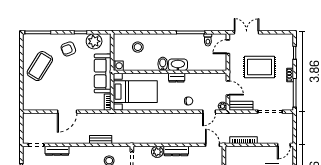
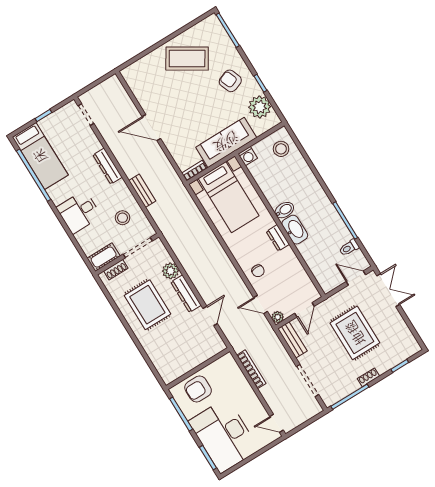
stool: (138, 47) -> (281, 149), moved
door: (212, 145) -> (210, 316), moved
dresser: (57, 151) -> (108, 166), moved

